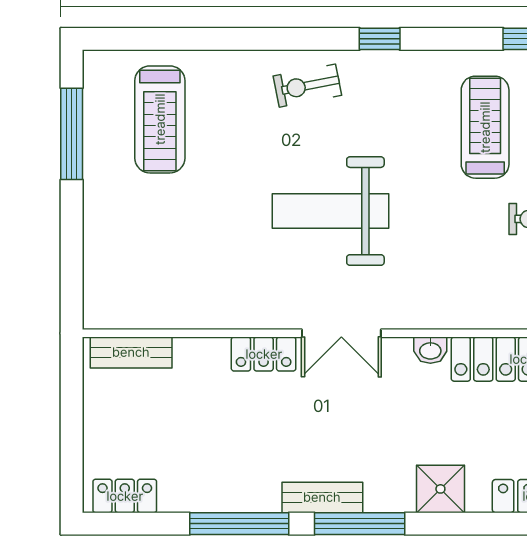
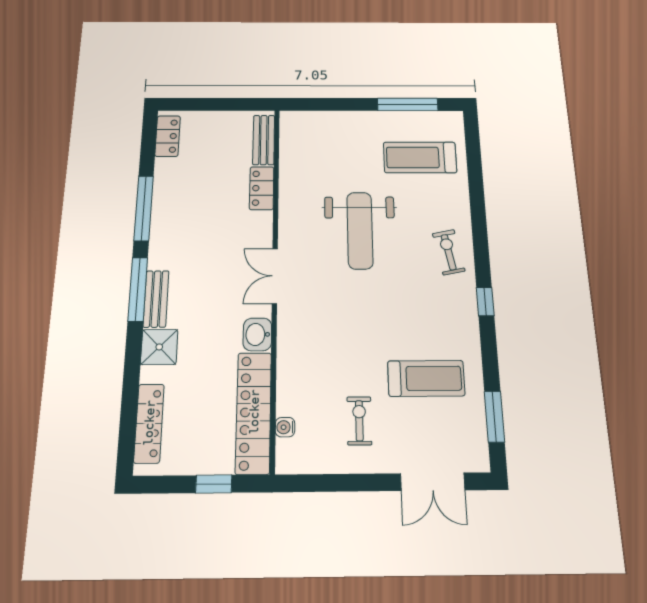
weight bench: (330, 211) -> (360, 230), moved, turned 180
washbasin: (430, 350) -> (257, 334), width x1.38, depth x1.45
locker: (264, 354) -> (262, 188), moved
bench: (322, 497) -> (156, 299), moved

